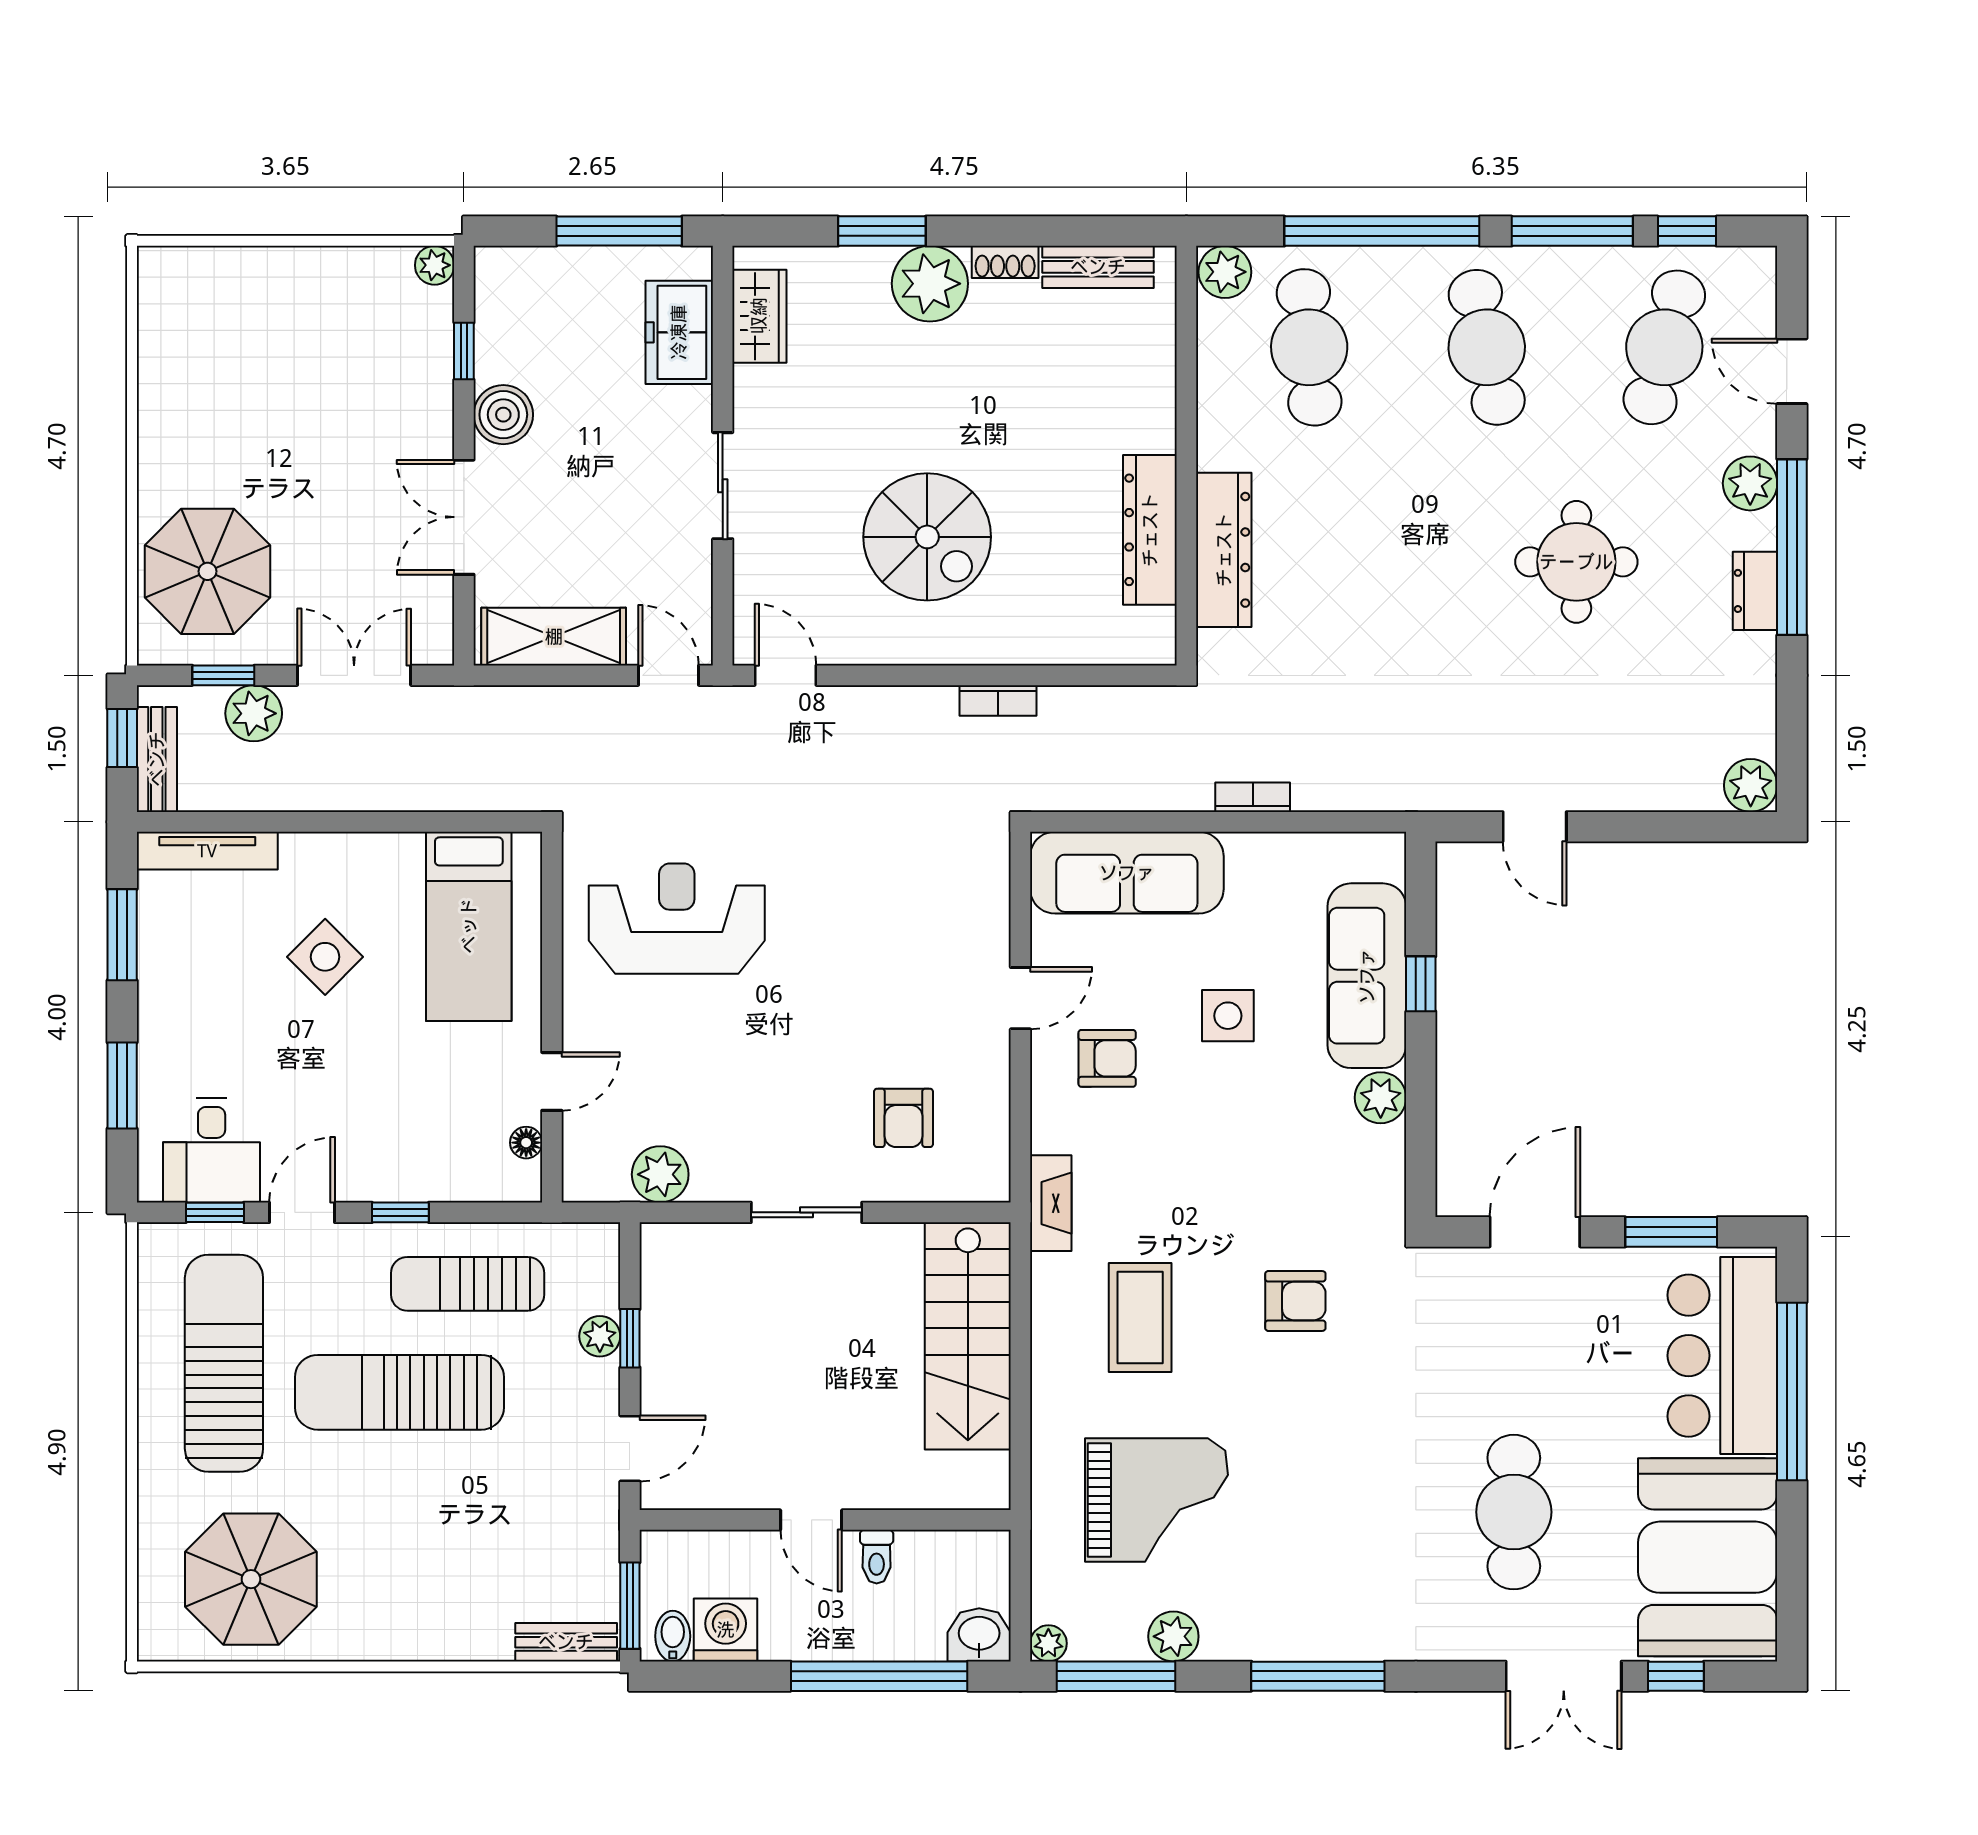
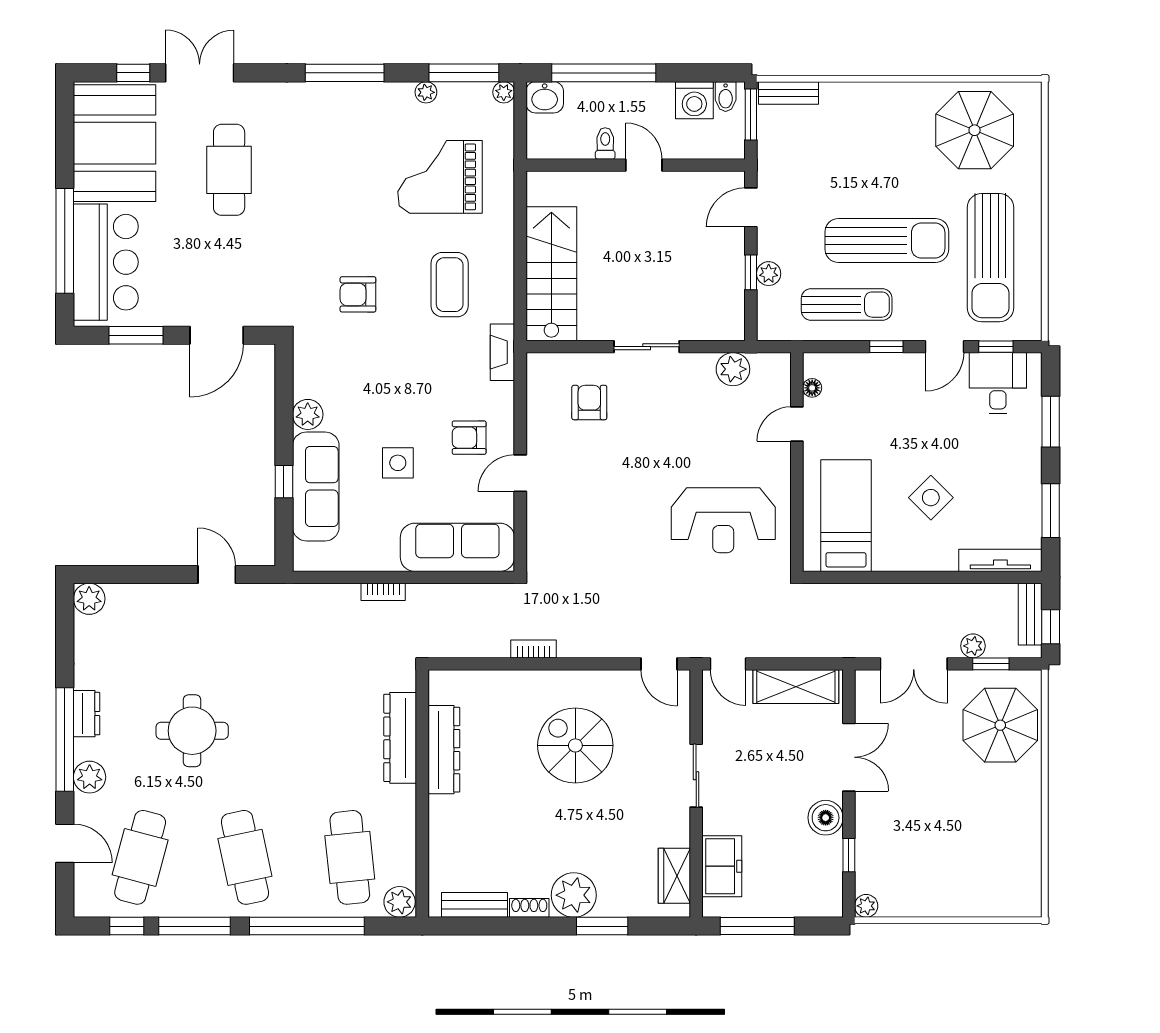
plant: (254, 713) -> (973, 646), width x0.73, depth x0.73
plant: (1173, 1636) -> (426, 92), width x0.73, depth x0.73

